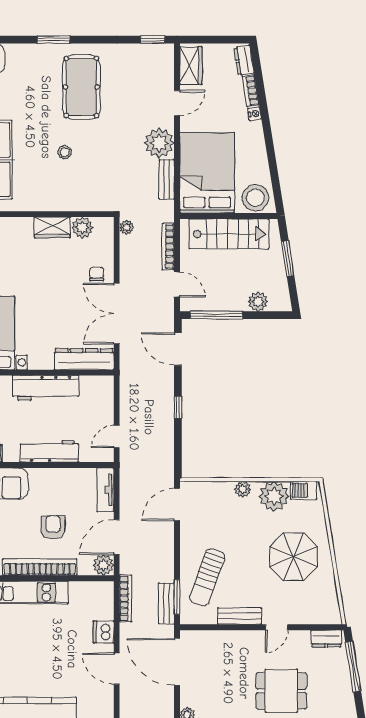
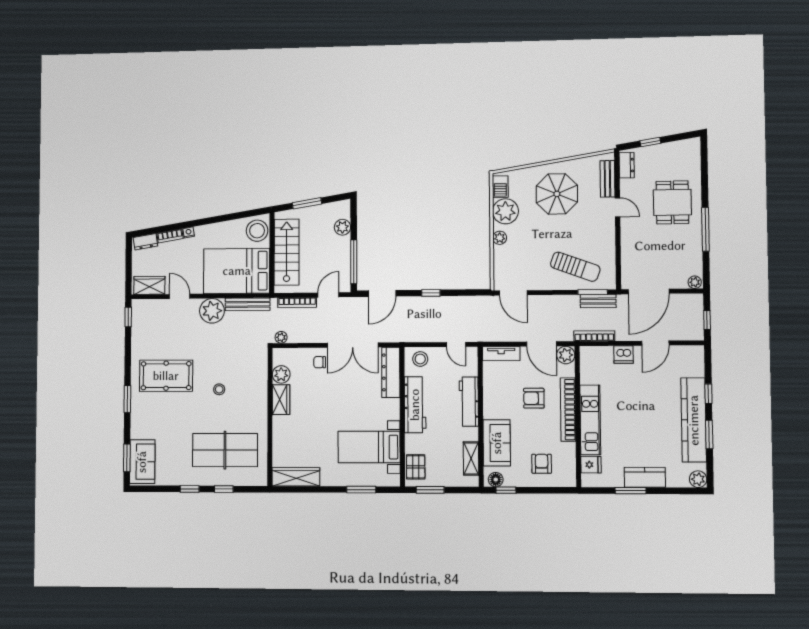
bench: (167, 179) -> (248, 304), width x1.36
stool: (100, 394) -> (420, 359), added
bench: (240, 616) -> (607, 179), moved
window: (353, 667) -> (650, 142), width x0.46

